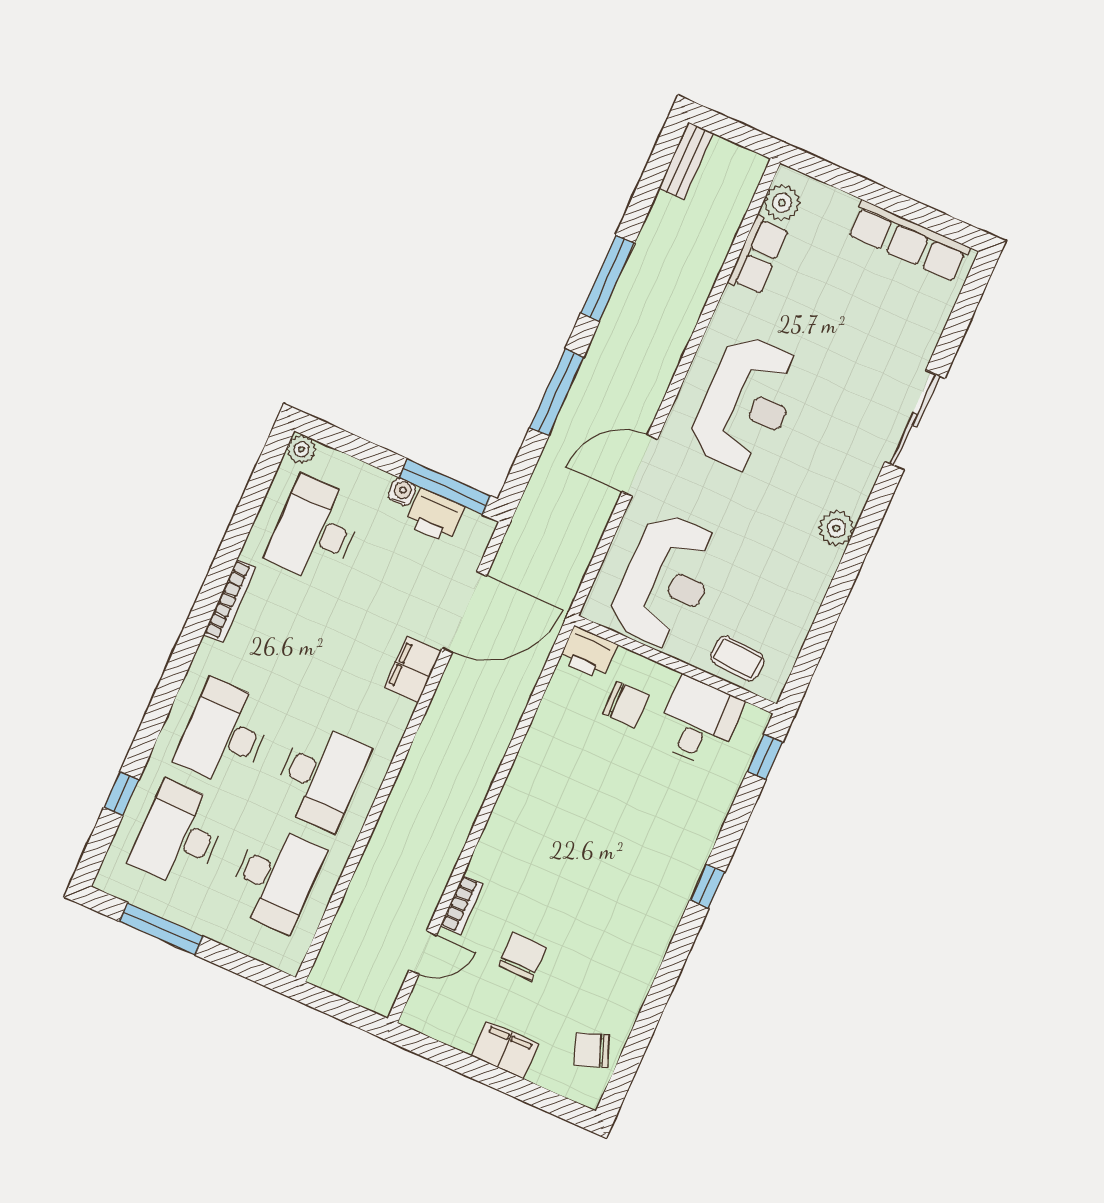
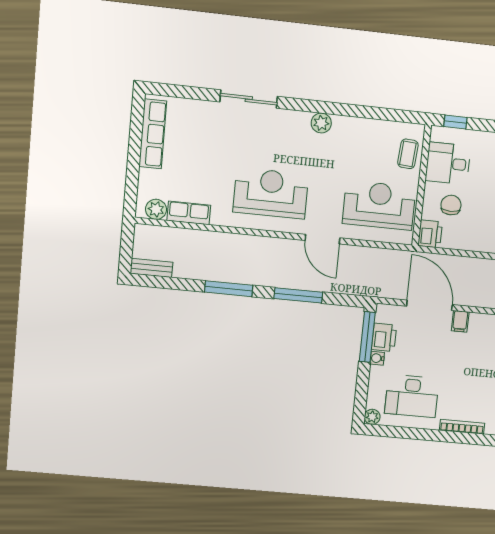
filing cabinet: (413, 669) -> (460, 321), width x0.50

